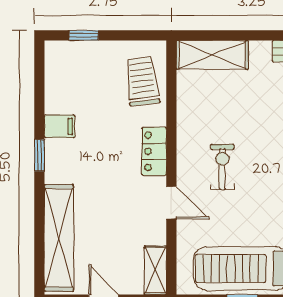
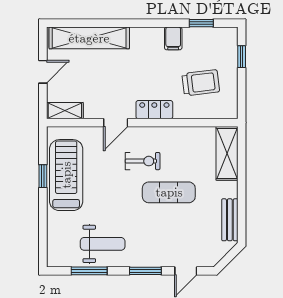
trolley: (142, 81) -> (201, 83), moved
exercise mat: (264, 132) -> (169, 192), added
window: (39, 155) -> (201, 23), moved

